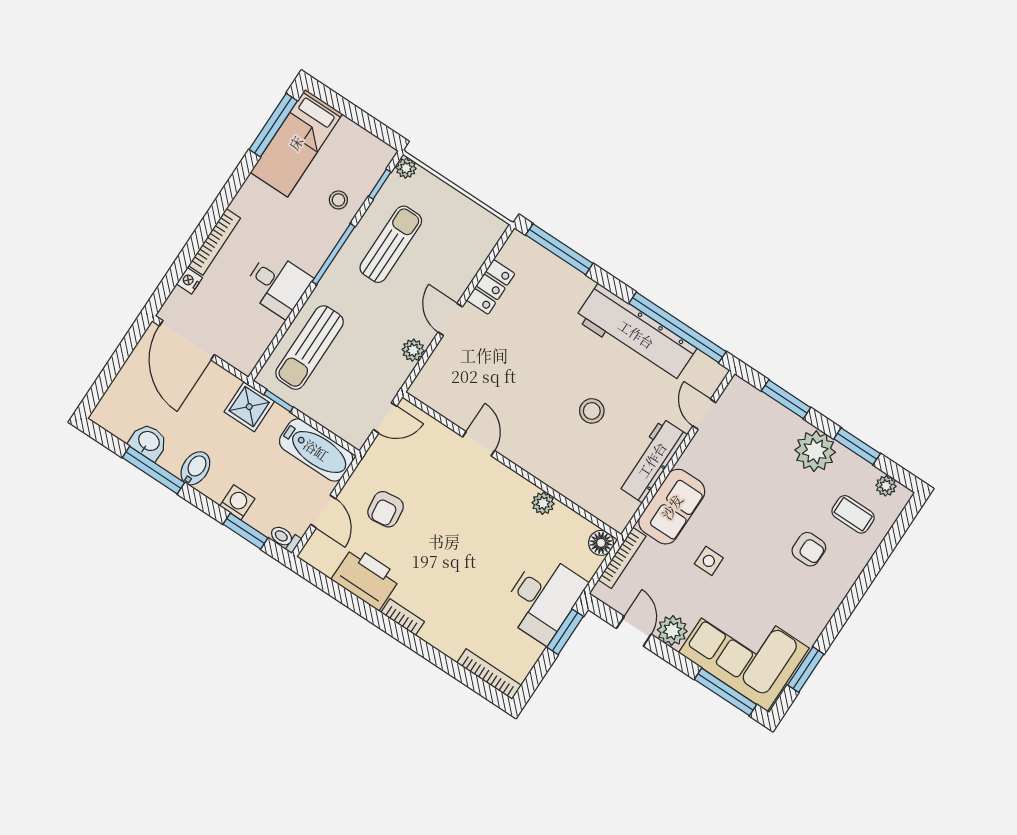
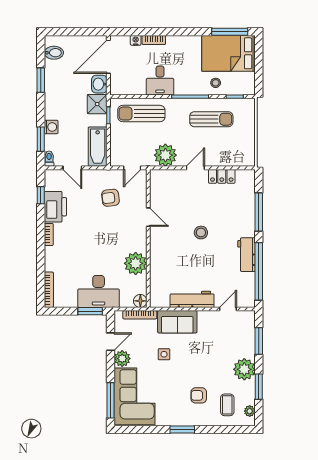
bed: (296, 143) -> (229, 53), width x1.50
plant: (406, 168) -> (250, 104), removed
bookcase: (214, 242) -> (154, 40), width x0.64
window: (559, 249) -> (259, 212), moved
workbench: (636, 334) -> (246, 255), width x0.53, depth x0.76
plant: (413, 350) -> (165, 155), width x1.88, depth x1.88
stool: (592, 411) -> (201, 233), moved
door: (385, 418) -> (132, 168), hinge flipped
washbasin: (148, 442) -> (99, 84), moved, turned 180
door: (479, 444) -> (148, 217), hinge flipped
bidet: (195, 468) -> (54, 53), moved
window: (153, 470) -> (41, 80), width x0.69
plant: (543, 503) -> (136, 263), width x1.88, depth x1.88
armchair: (386, 509) -> (110, 198), moved
door: (323, 511) -> (72, 168), hinge flipped
armchair: (809, 549) -> (199, 395), turned 90
window: (333, 589) -> (41, 195), added
window: (806, 670) -> (182, 429), moved

